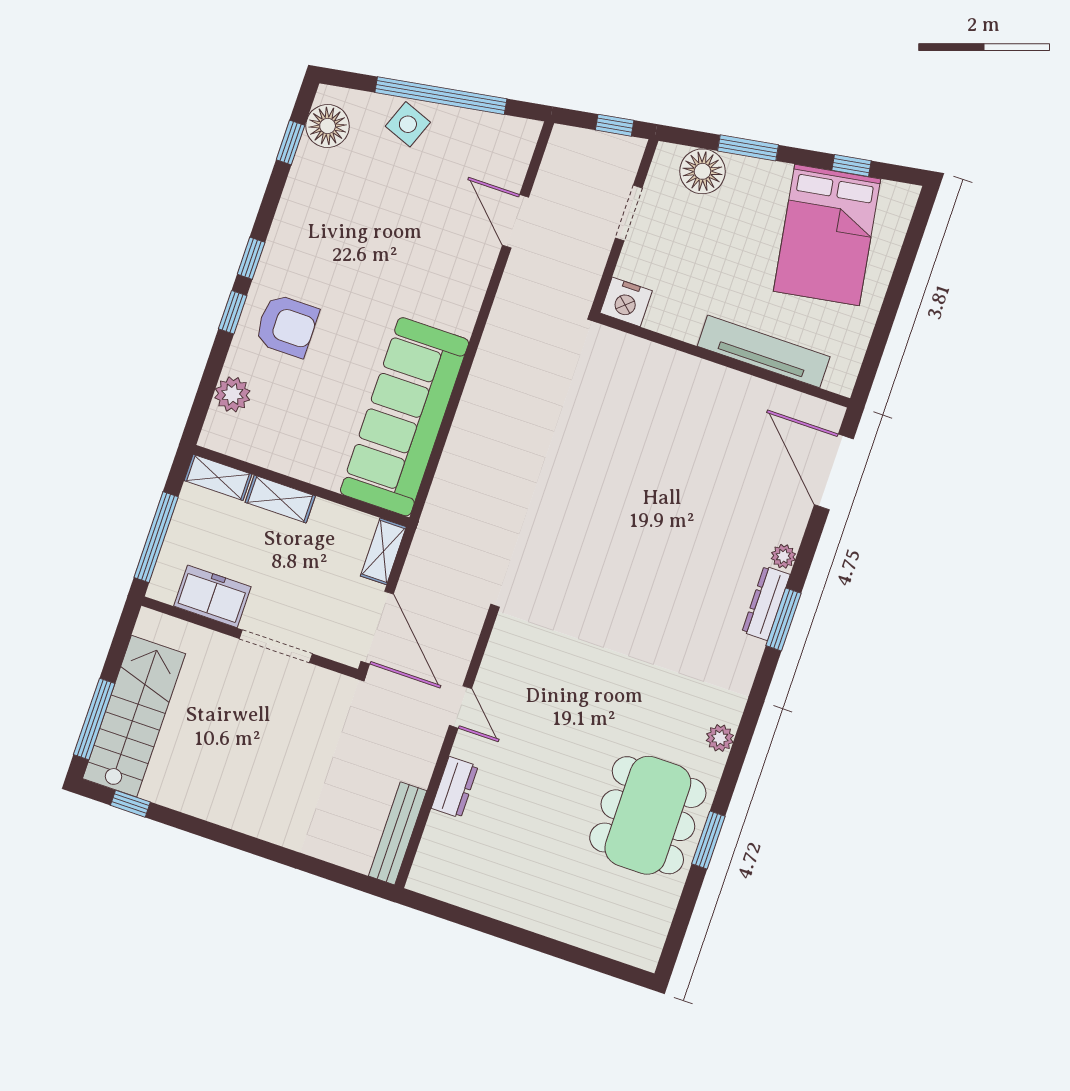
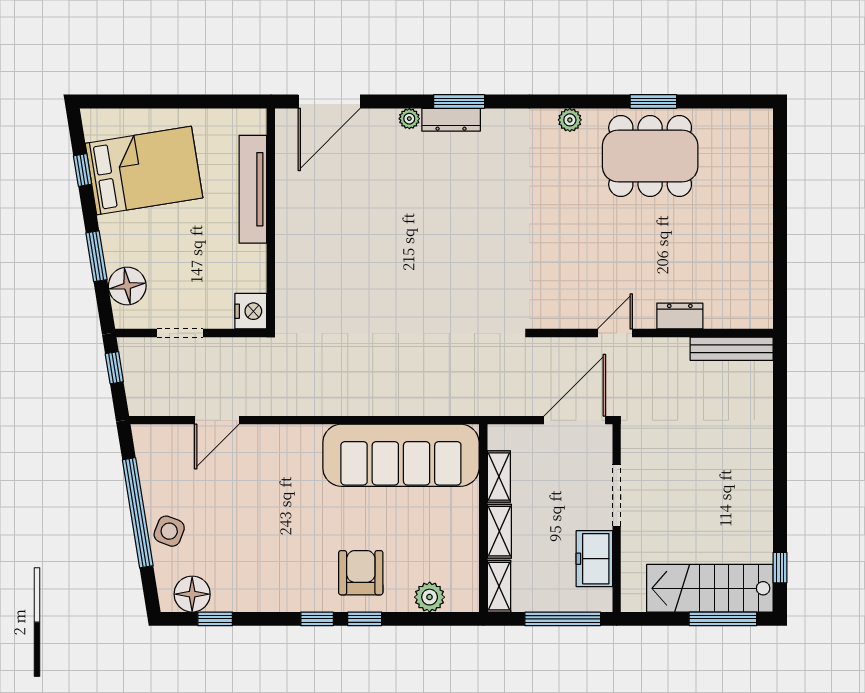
shelving: (383, 551) -> (499, 477), moved, turned 90

